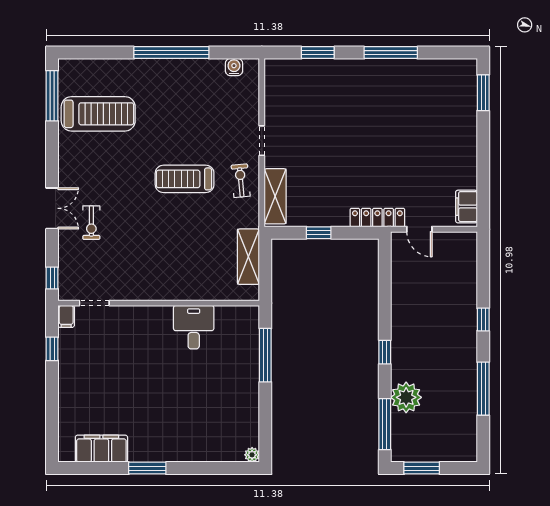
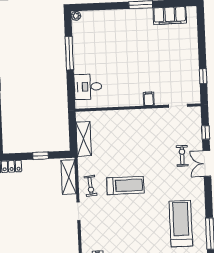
treadmill: (98, 114) -> (181, 224), turned 90
window: (52, 278) -> (206, 132), moved
filing cabinet: (66, 316) -> (149, 99), moved
desk: (194, 327) -> (88, 87), moved, turned 90
window: (265, 355) -> (69, 53), moved

